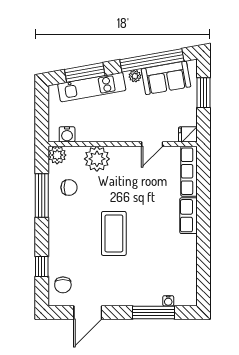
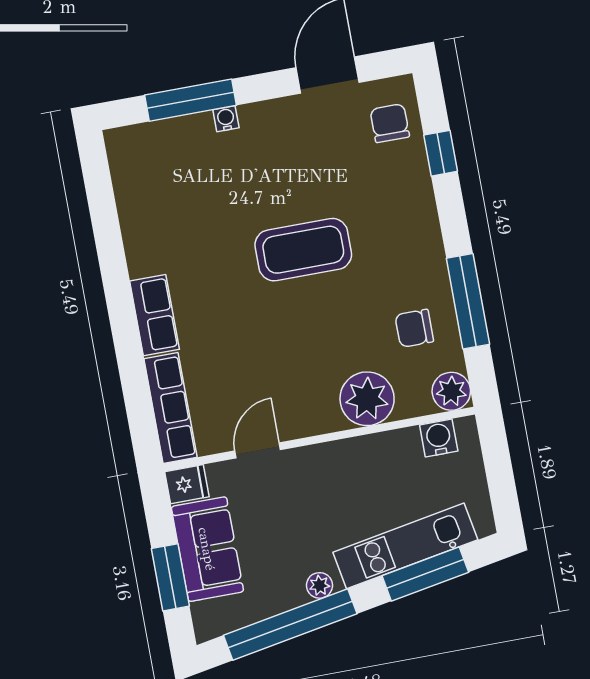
sofa: (166, 78) -> (207, 549), moved, turned 100
coffee table: (114, 233) -> (303, 250), turned 90
water cooler: (168, 301) -> (226, 119), moved

